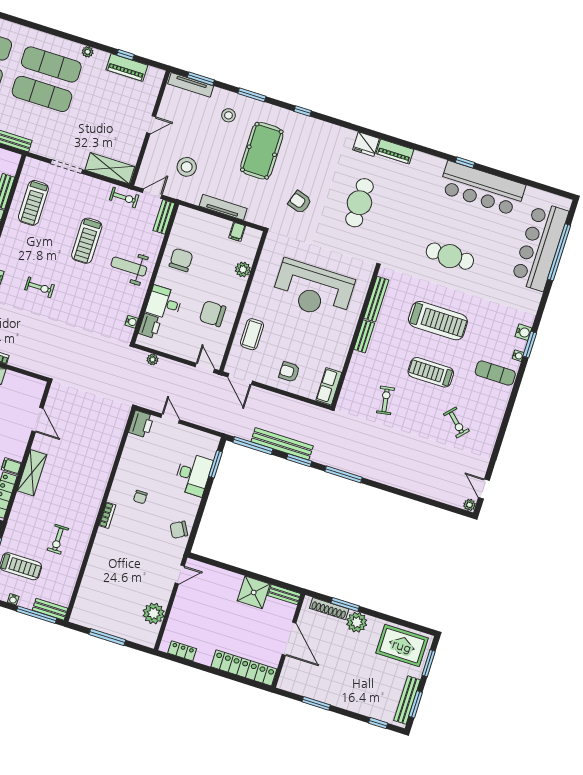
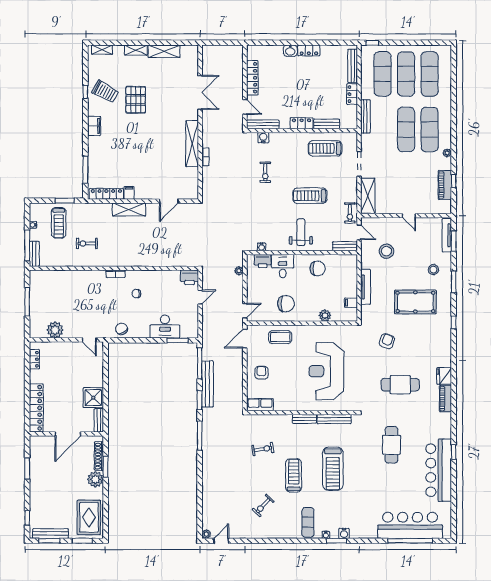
cafe table: (450, 256) -> (391, 445), moved
chair: (213, 314) -> (286, 304), turned 90

